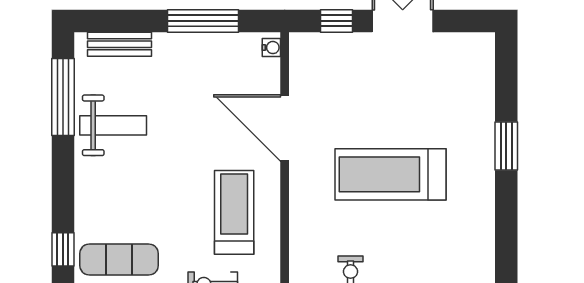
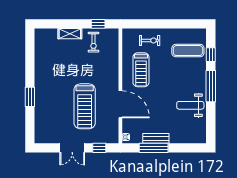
bench: (120, 44) -> (156, 138), moved
window: (63, 97) -> (211, 86), moved
treadmill: (390, 174) -> (85, 106), moved, turned 90

